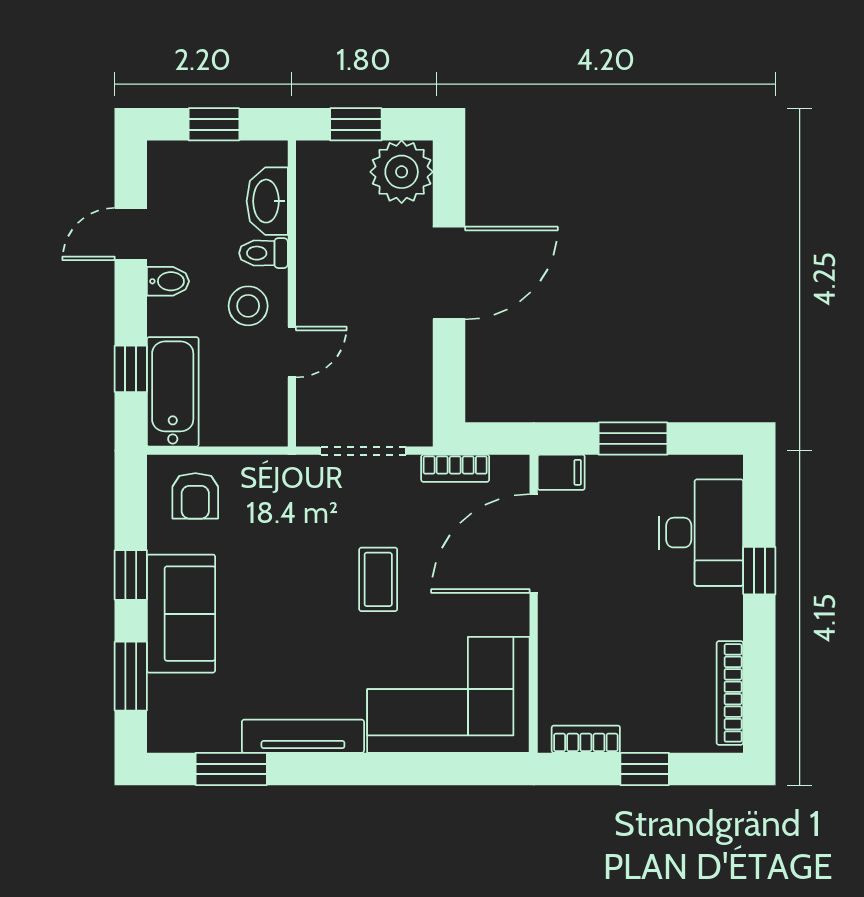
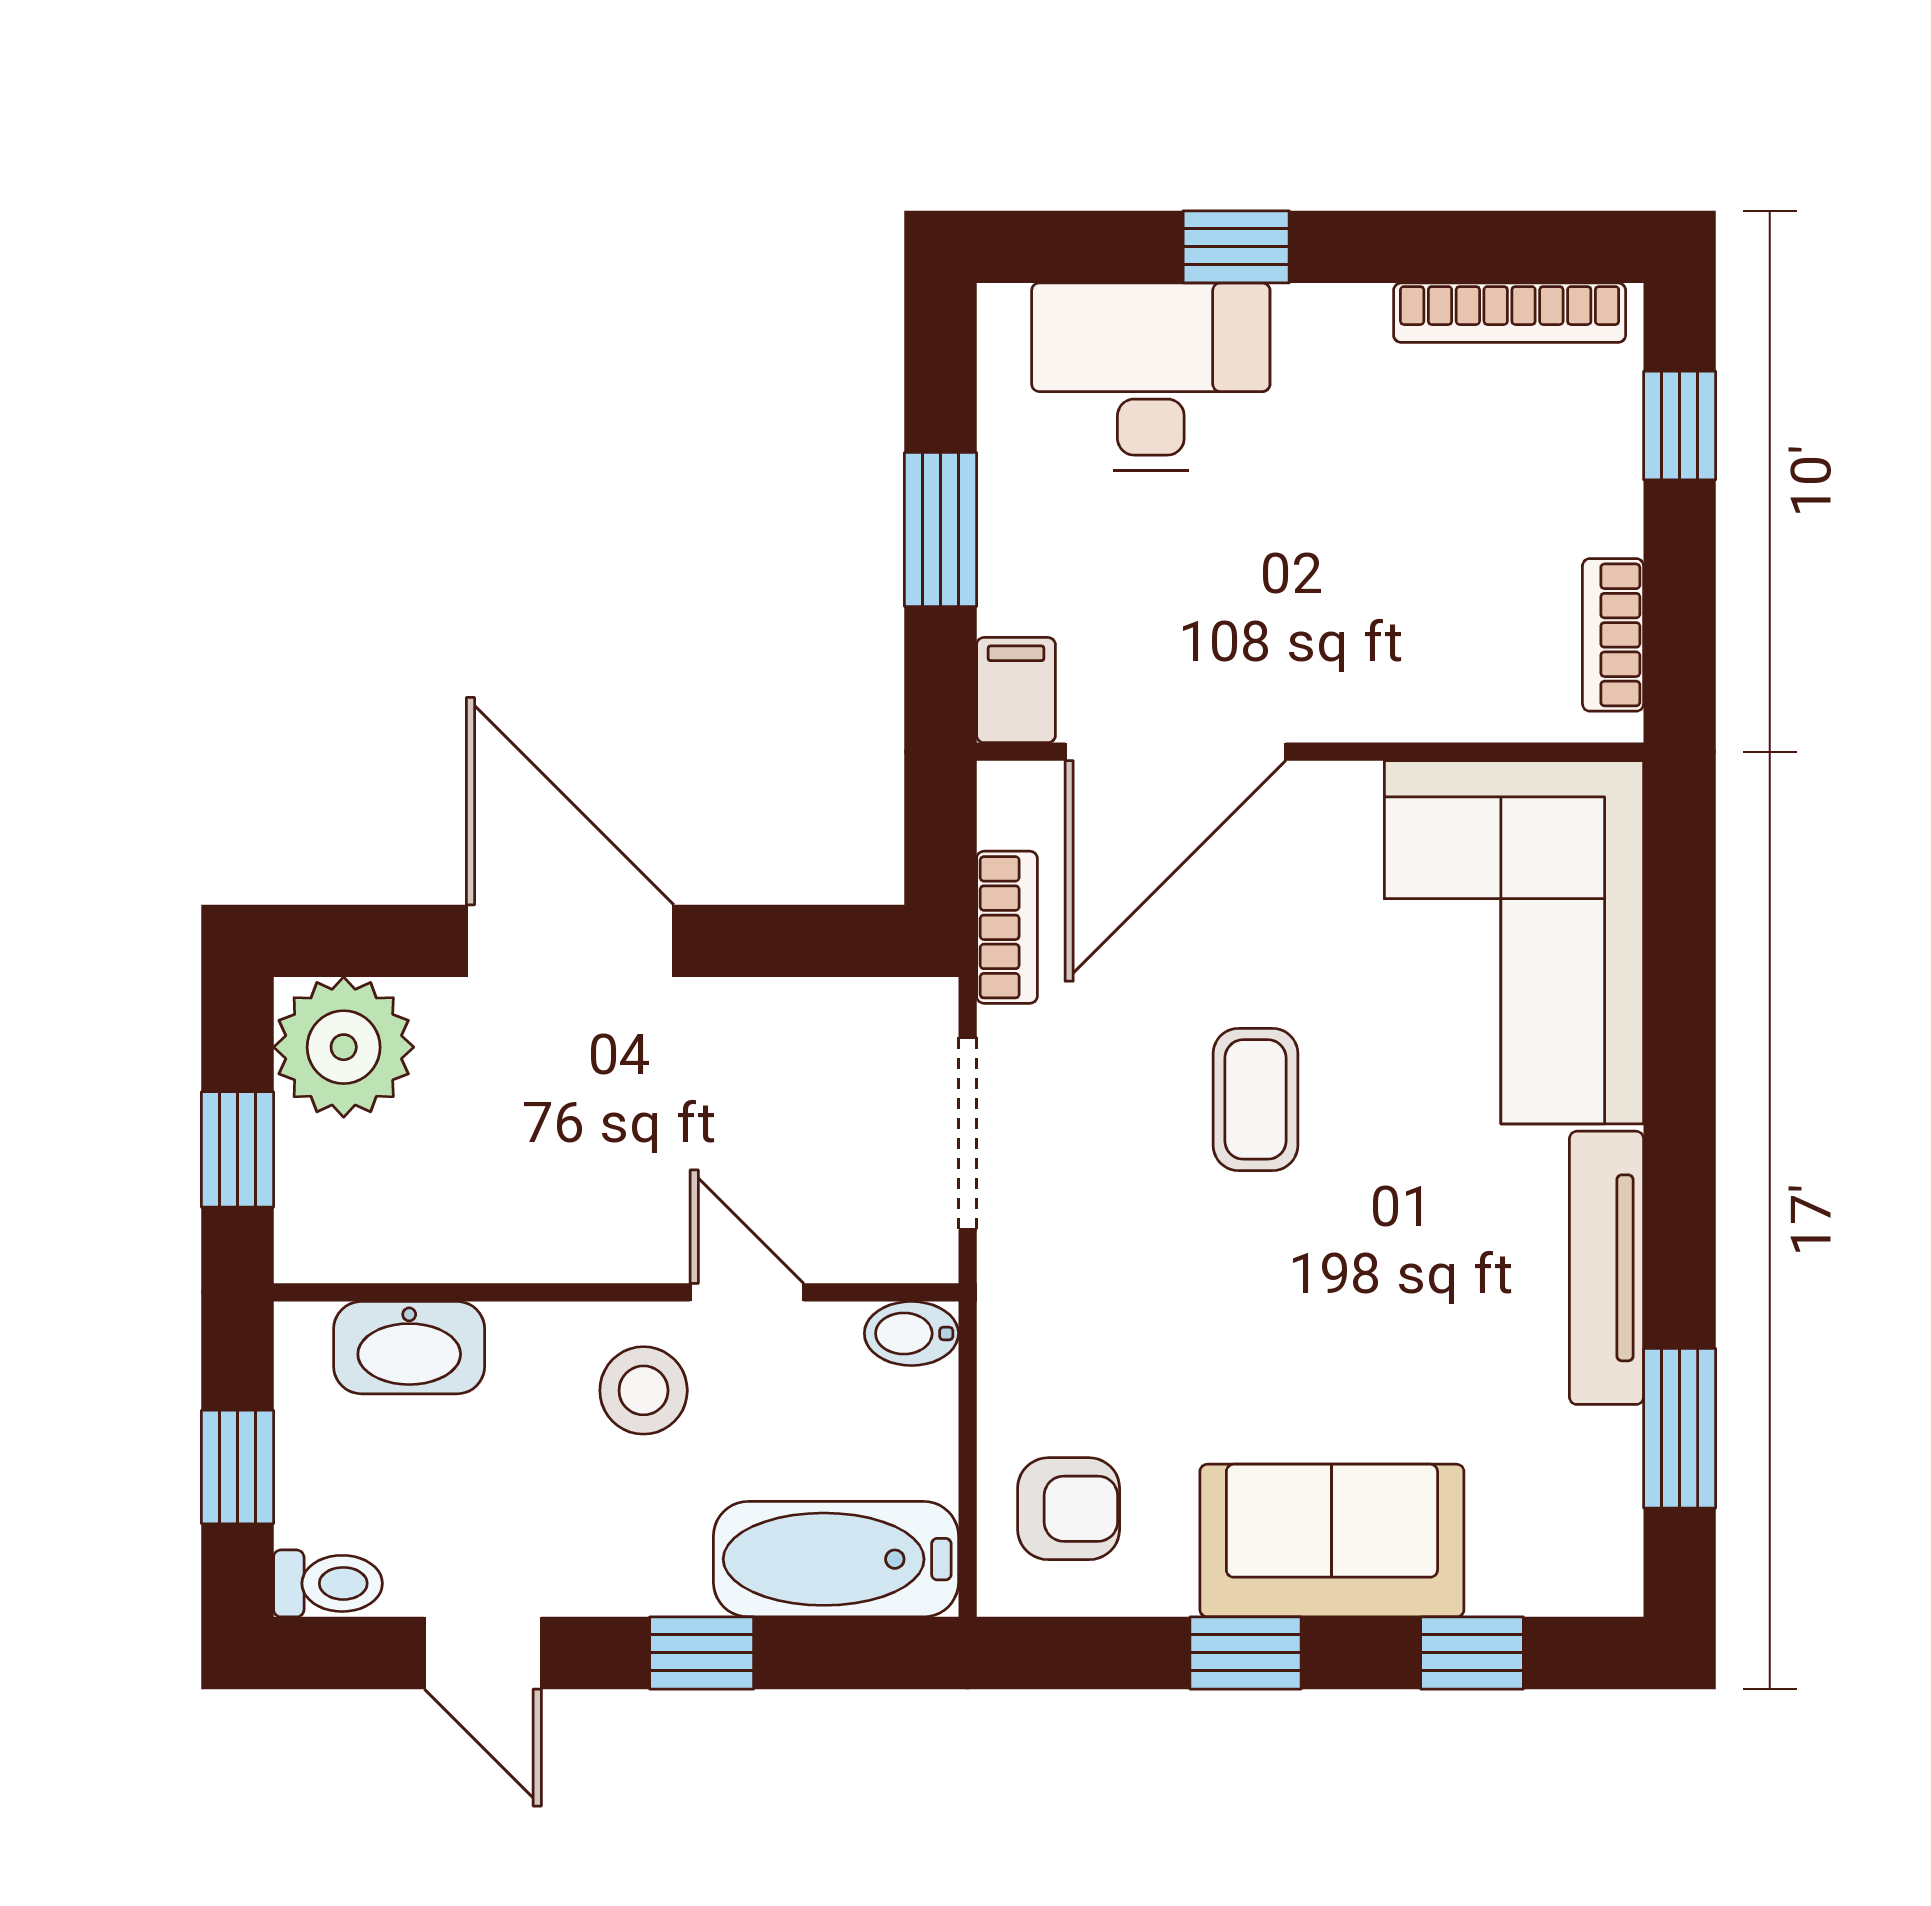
toilet: (264, 253) -> (328, 1583), moved, turned -90
bidet: (168, 281) -> (911, 1333), moved, turned -90
window: (131, 369) -> (702, 1653), moved
door: (534, 544) -> (1175, 752), hinge flipped
coffee table: (378, 579) -> (1255, 1099), turned 90
window: (131, 676) -> (1472, 1653), width x0.67
window: (645, 769) -> (1680, 425), moved

